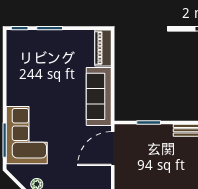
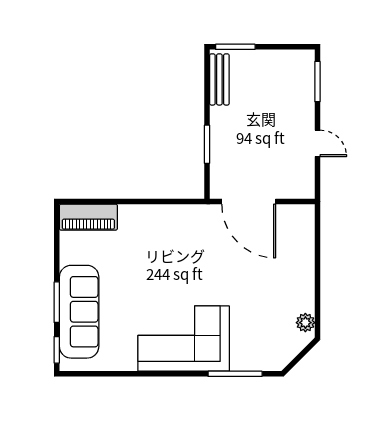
sofa: (99, 96) -> (79, 312), moved, turned -90
corner sofa: (27, 135) -> (184, 339), moved

